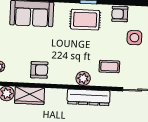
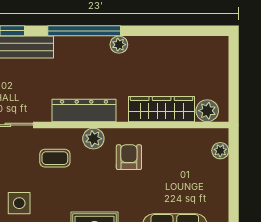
armchair: (39, 70) -> (129, 157), moved, turned 90
wardrobe: (30, 96) -> (162, 109), width x1.50

